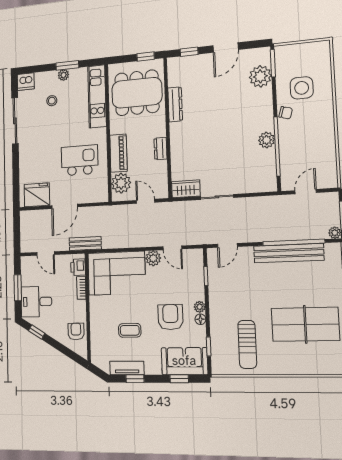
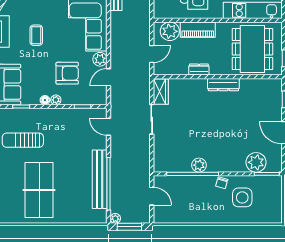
dresser: (175, 104) -> (223, 85), moved
armchair: (170, 317) -> (67, 73), moved

